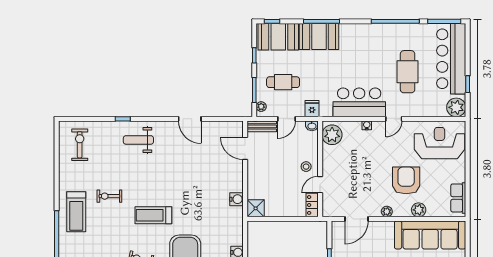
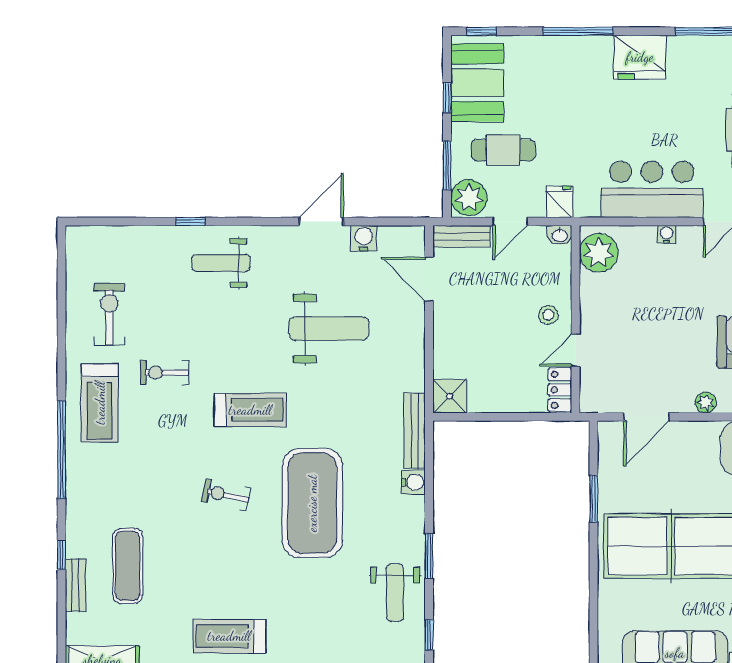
fridge: (353, 35) -> (640, 57), added
booth: (319, 36) -> (573, 61), removed
booth: (278, 37) -> (477, 83), moved, turned 90
plant: (261, 107) -> (469, 198), width x1.87, depth x1.87
door: (190, 119) -> (321, 222), swing flipped
exercise bike: (80, 145) -> (109, 315), moved
weight bench: (194, 174) -> (329, 329), added
water cooler: (236, 199) -> (364, 238), moved, turned -90
treadmill: (153, 215) -> (250, 410), turned 180
bench: (238, 226) -> (415, 431), added

